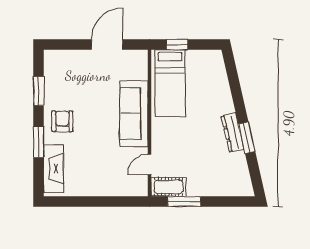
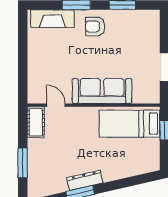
armchair: (62, 121) -> (95, 26), turned 180
window: (184, 201) -> (23, 163), moved

